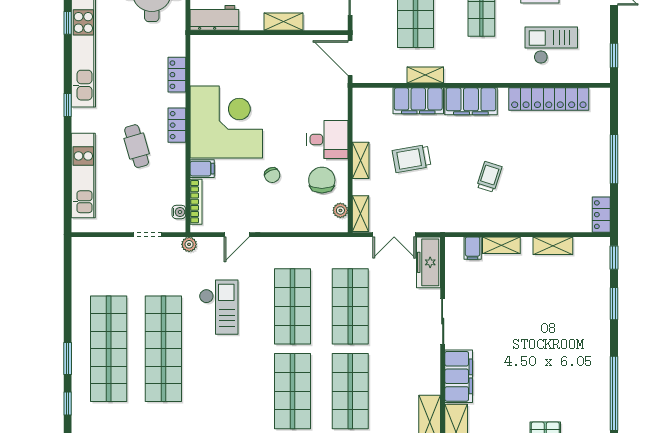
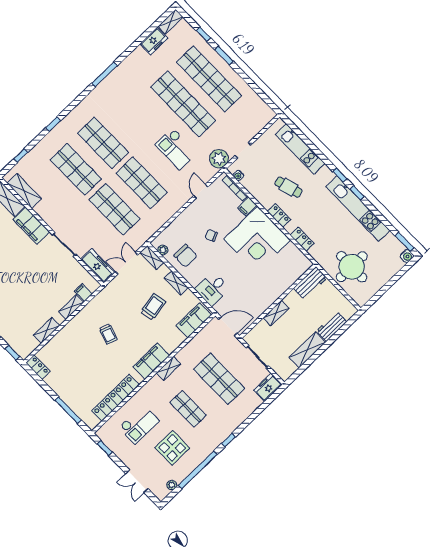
window: (68, 23) -> (357, 193), moved
shelving: (425, 75) -> (168, 368), moved
filing cabinet: (418, 101) -> (194, 320), moved
desk: (327, 140) -> (212, 289), moved
window: (614, 159) -> (68, 410), moved
plant: (189, 244) -> (219, 159), width x1.87, depth x1.87

